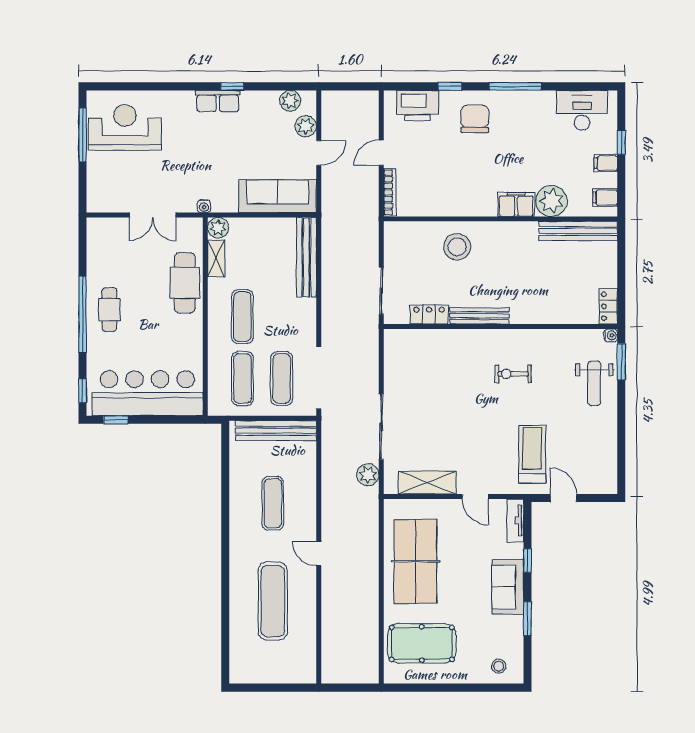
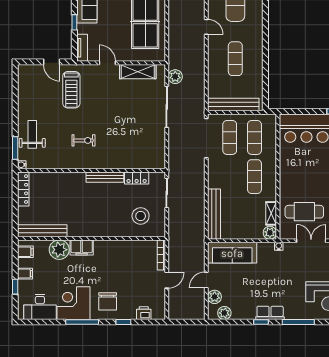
window: (173, 86) -> (298, 322), added
printer: (418, 106) -> (144, 313), width x0.53, depth x0.68
corner desk: (529, 116) -> (73, 303), added
stool: (457, 247) -> (141, 216), moved
cafe table: (185, 283) -> (304, 212), moved, turned 90
locker: (608, 306) -> (23, 189), width x1.53

